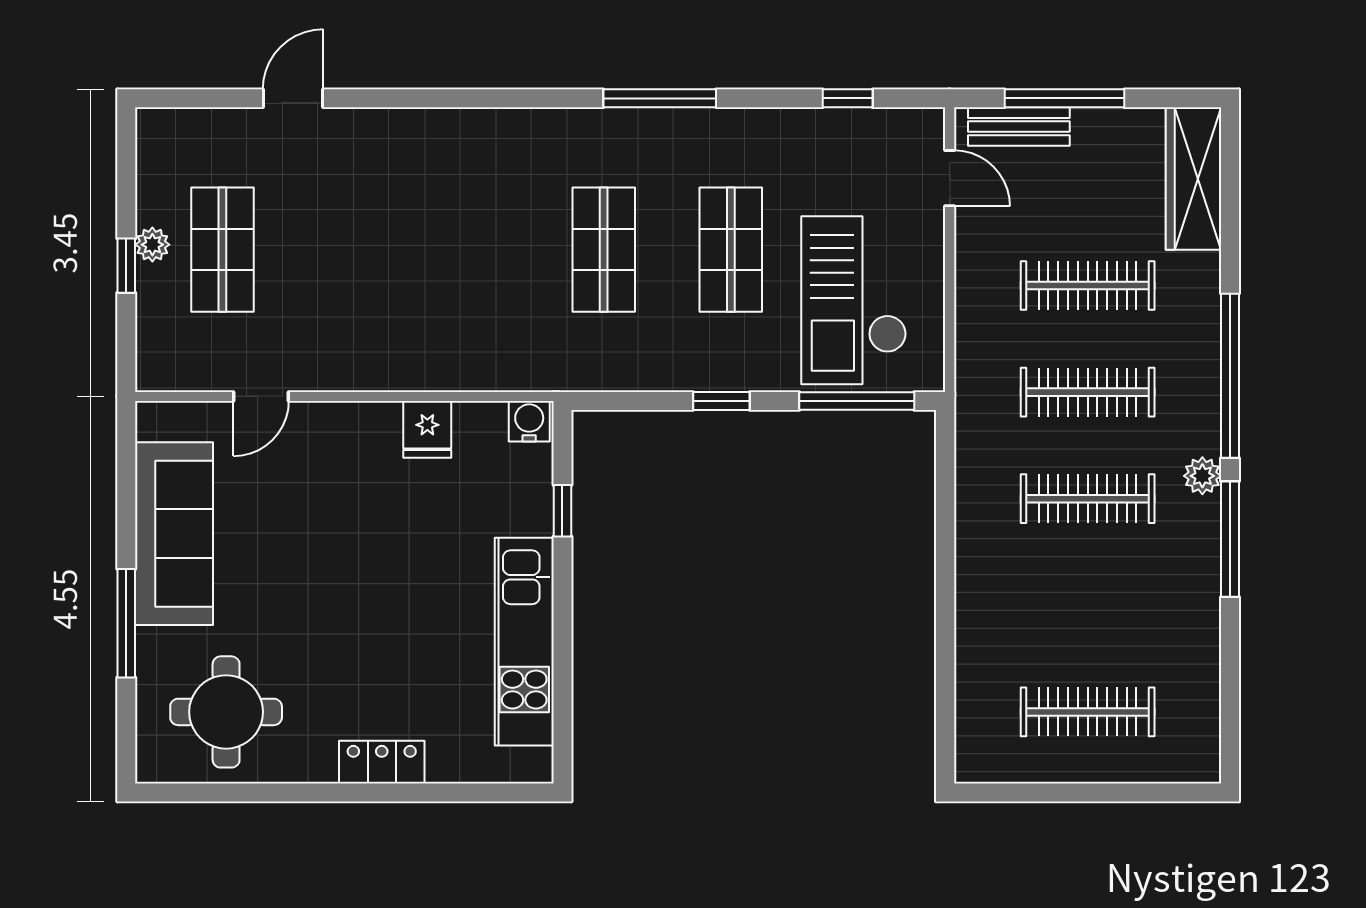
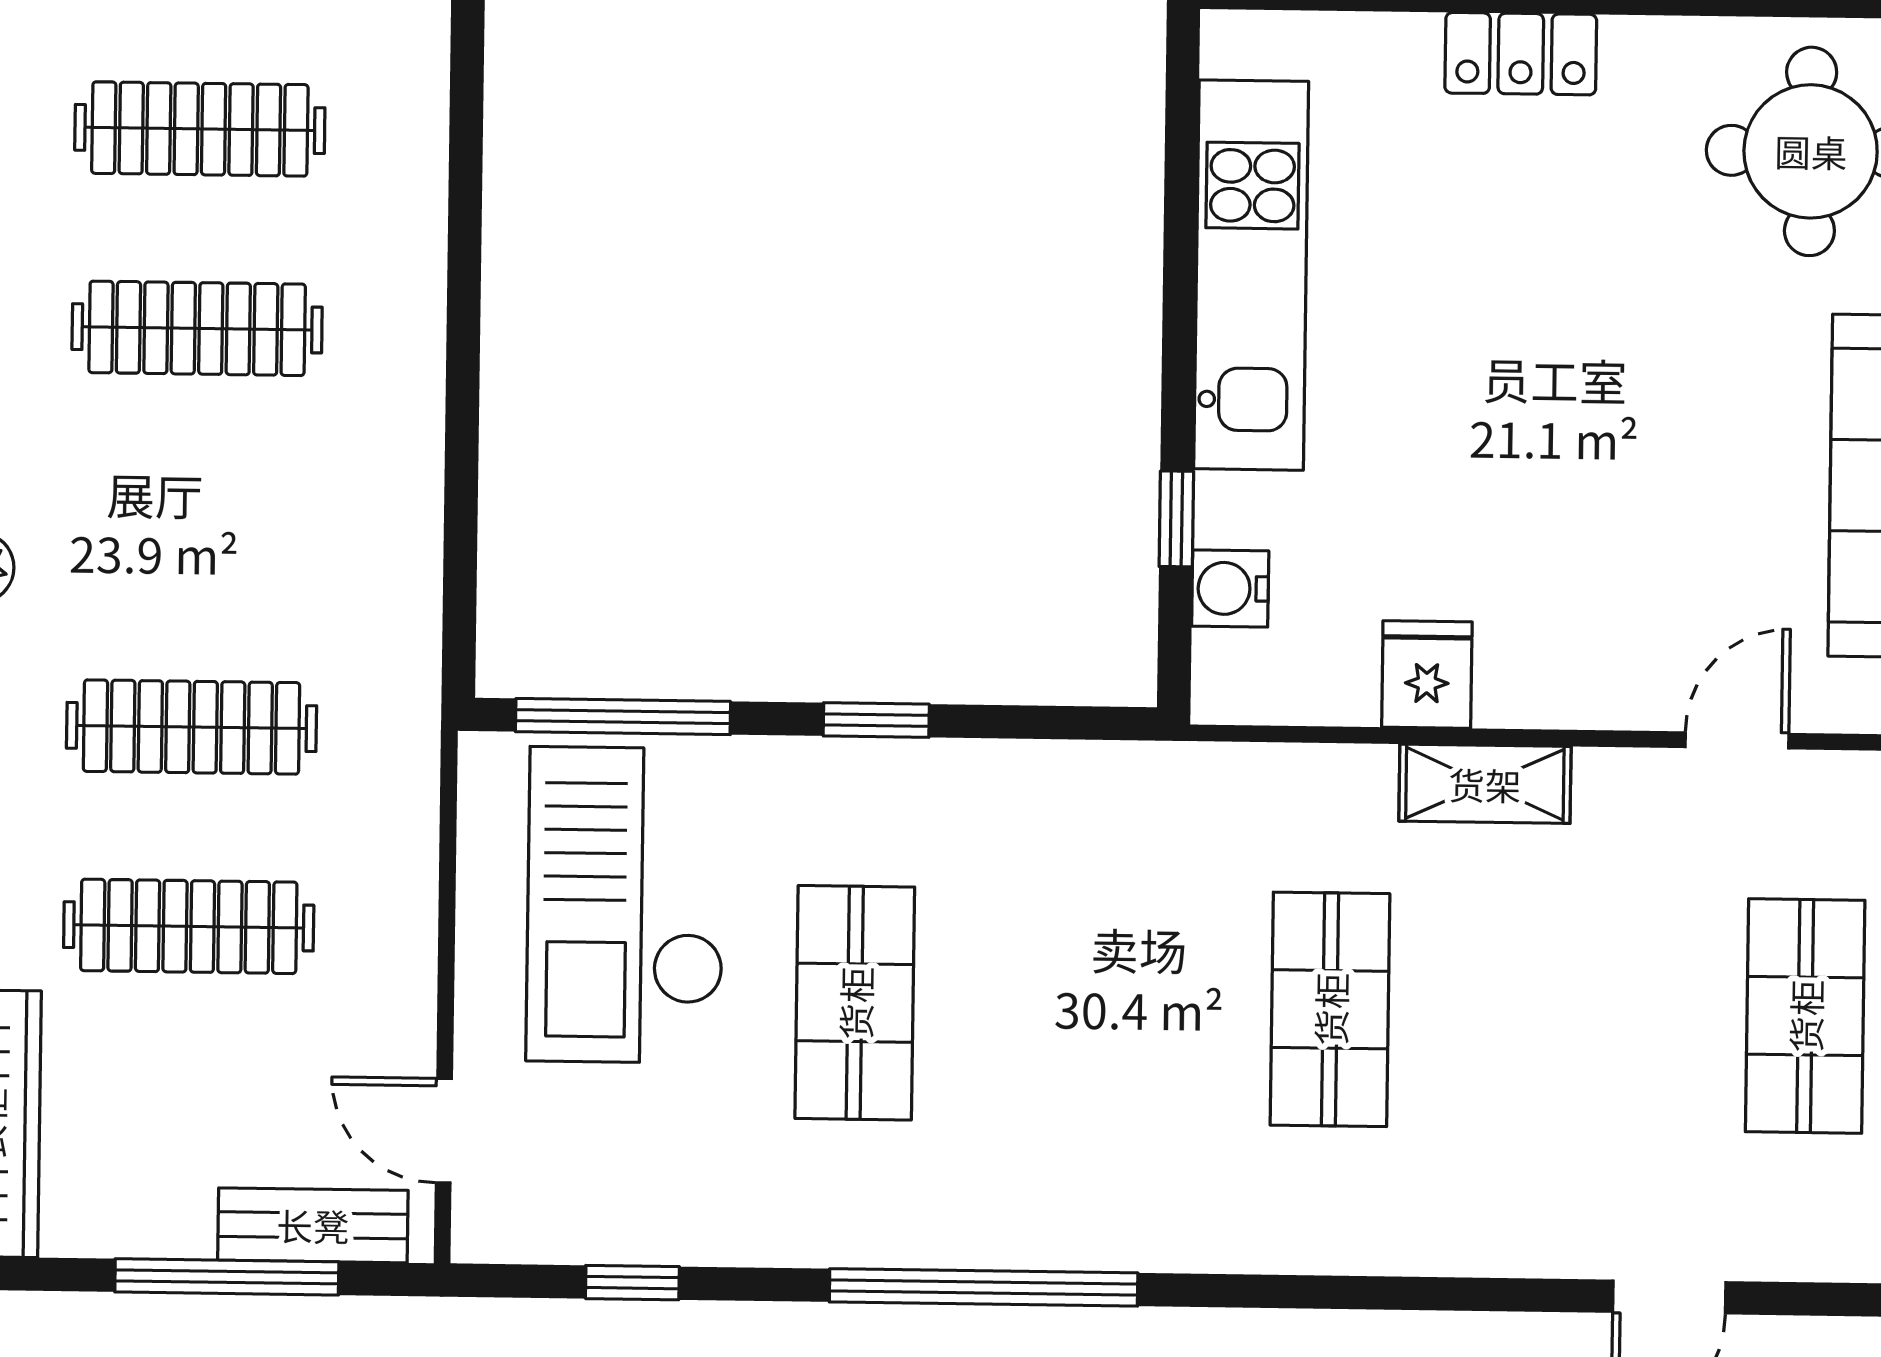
window: (660, 98) -> (984, 1287), width x1.46
shop shelf: (604, 250) -> (1330, 1009), moved
checkout: (854, 300) -> (626, 905), turned 180
shelving: (395, 371) -> (1485, 784), added
water cooler: (529, 421) -> (1230, 588), moved, turned 90
clothes rail: (1088, 499) -> (197, 328), moved

